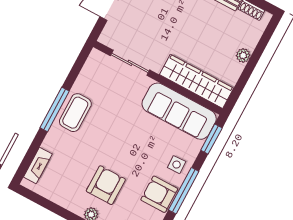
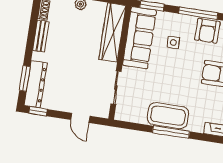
coffee table: (75, 113) -> (168, 116), width x1.36, depth x1.32
side table: (177, 165) -> (173, 43), moved

